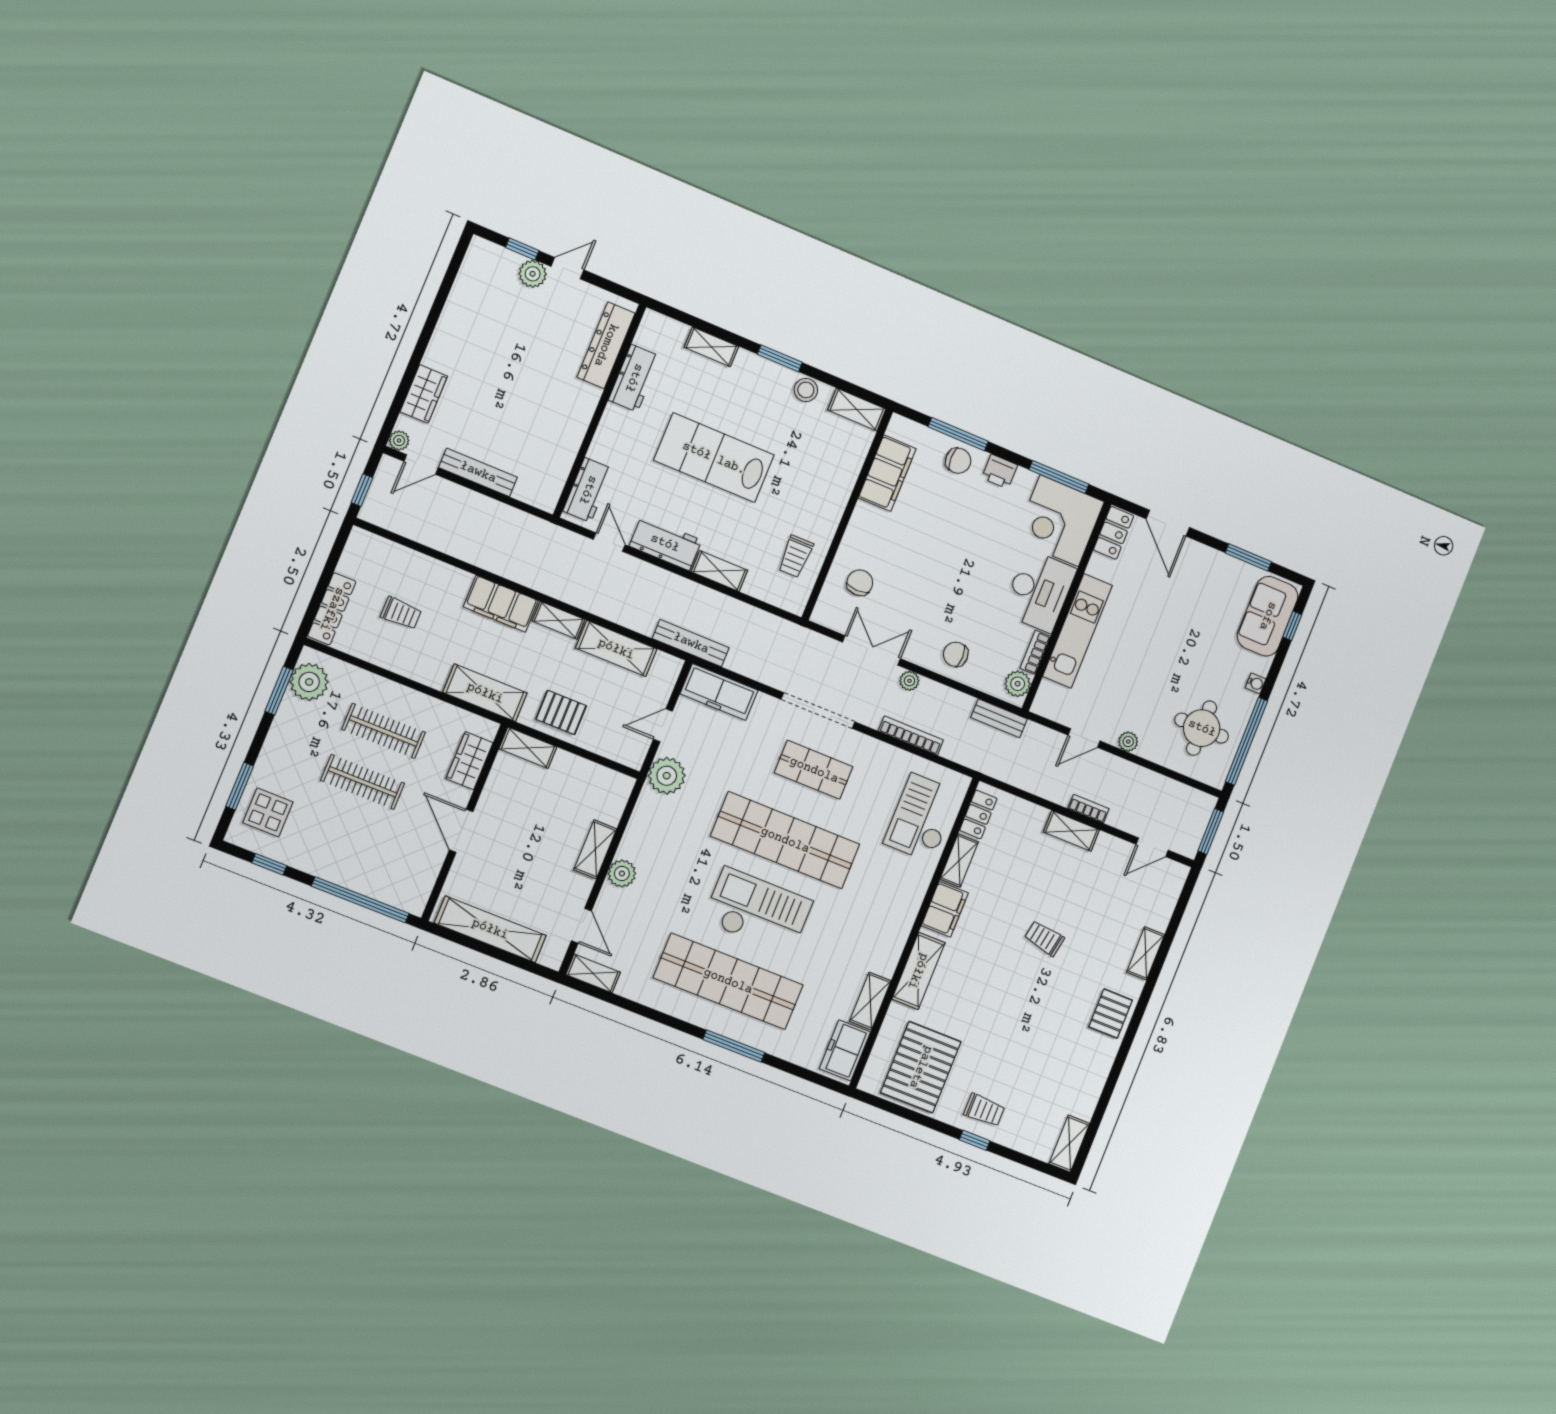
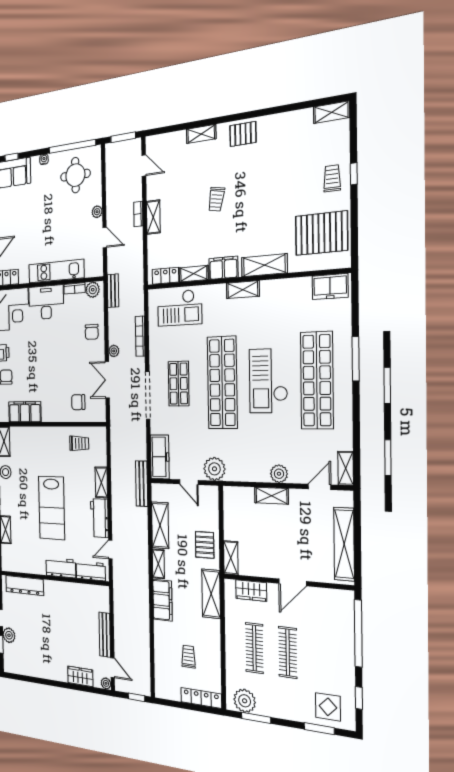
workbench: (634, 378) -> (61, 568), moved
shelving: (870, 1001) -> (243, 290), moved

